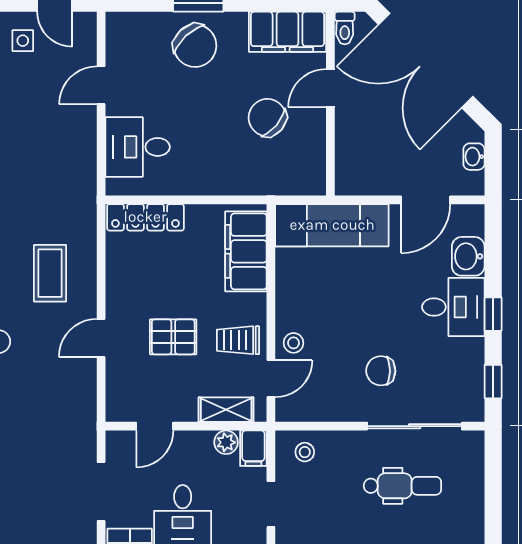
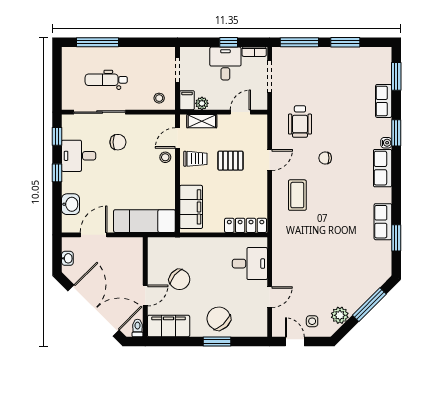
desk: (453, 307) -> (79, 156), moved
wheelchair: (45, 409) -> (300, 122), added

